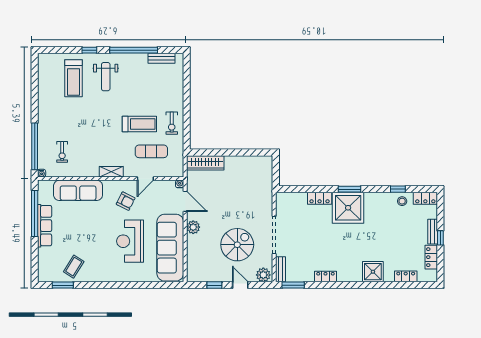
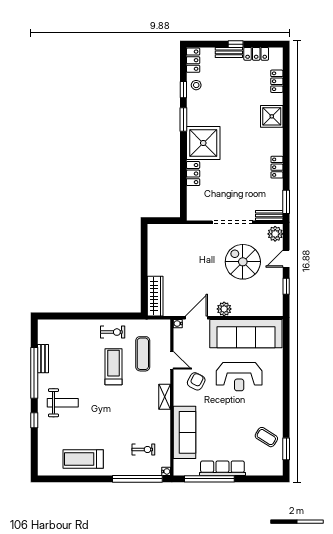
bench: (161, 58) -> (43, 359), moved
treadmill: (73, 78) -> (83, 459), moved, turned 180
window: (350, 189) -> (183, 120), moved

